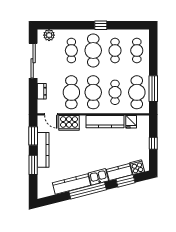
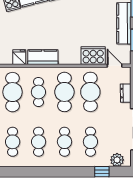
window: (101, 25) -> (102, 172), moved
cafe table: (93, 50) -> (65, 142), width x0.73, depth x0.74
kitchen counter: (105, 122) -> (43, 57), width x0.67

